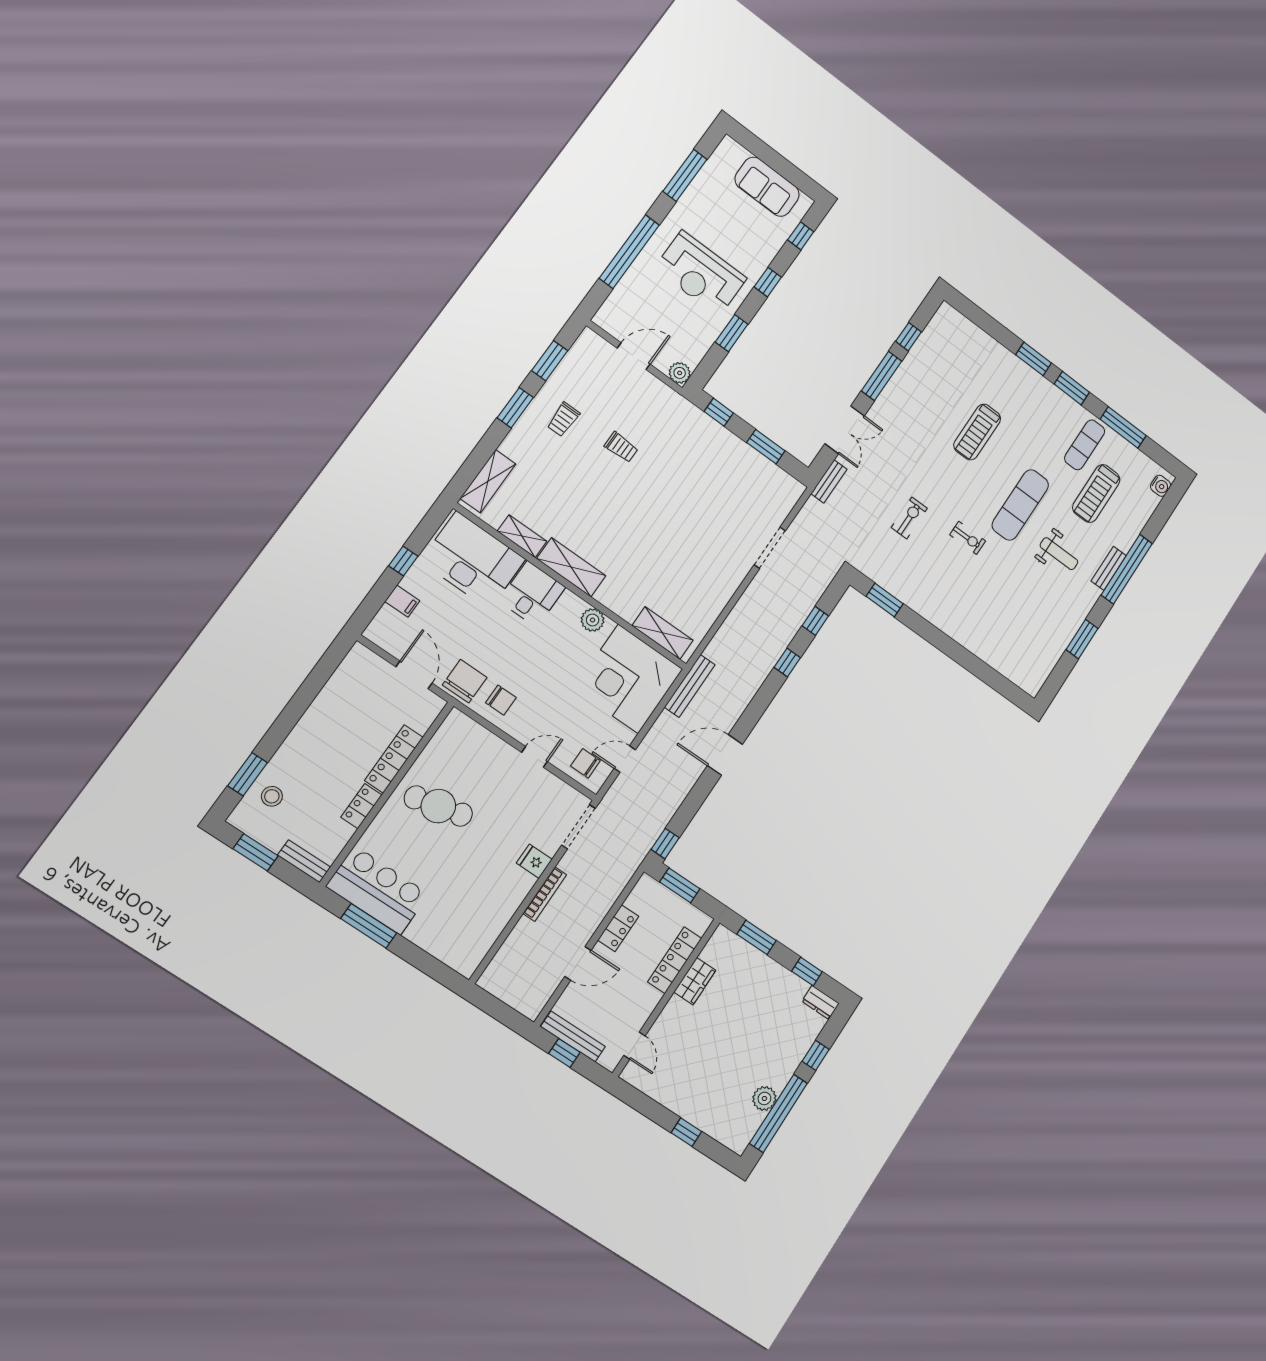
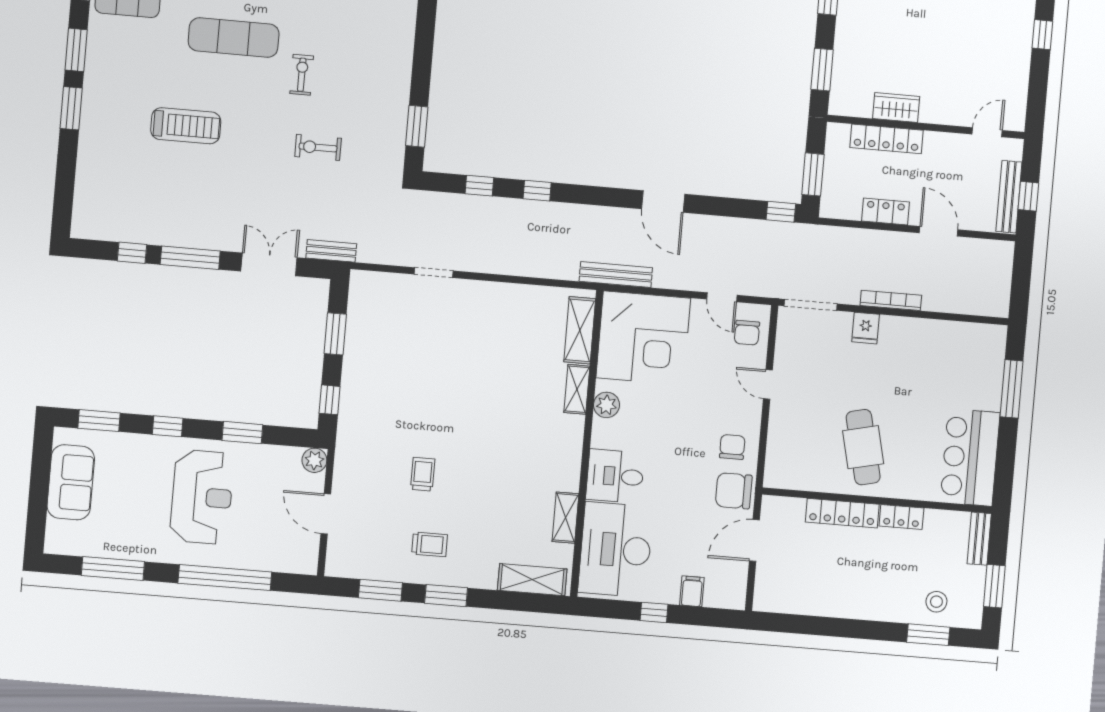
window: (801, 236) -> (99, 421), width x1.50
doorway: (770, 548) -> (434, 273), width x0.73
shelving: (571, 567) -> (577, 389), moved, width x0.67, depth x0.75
window: (369, 926) -> (1012, 389), moved

